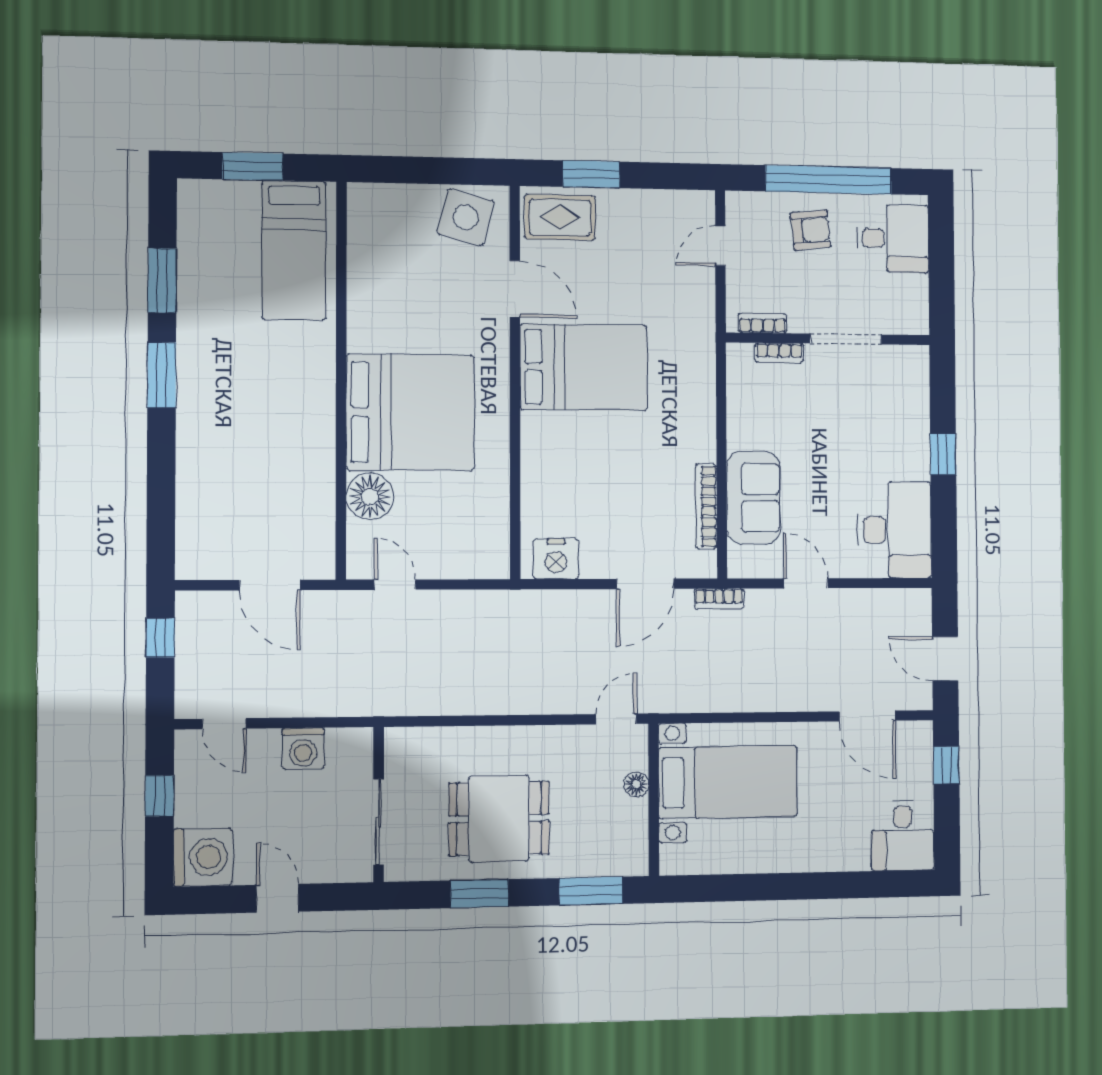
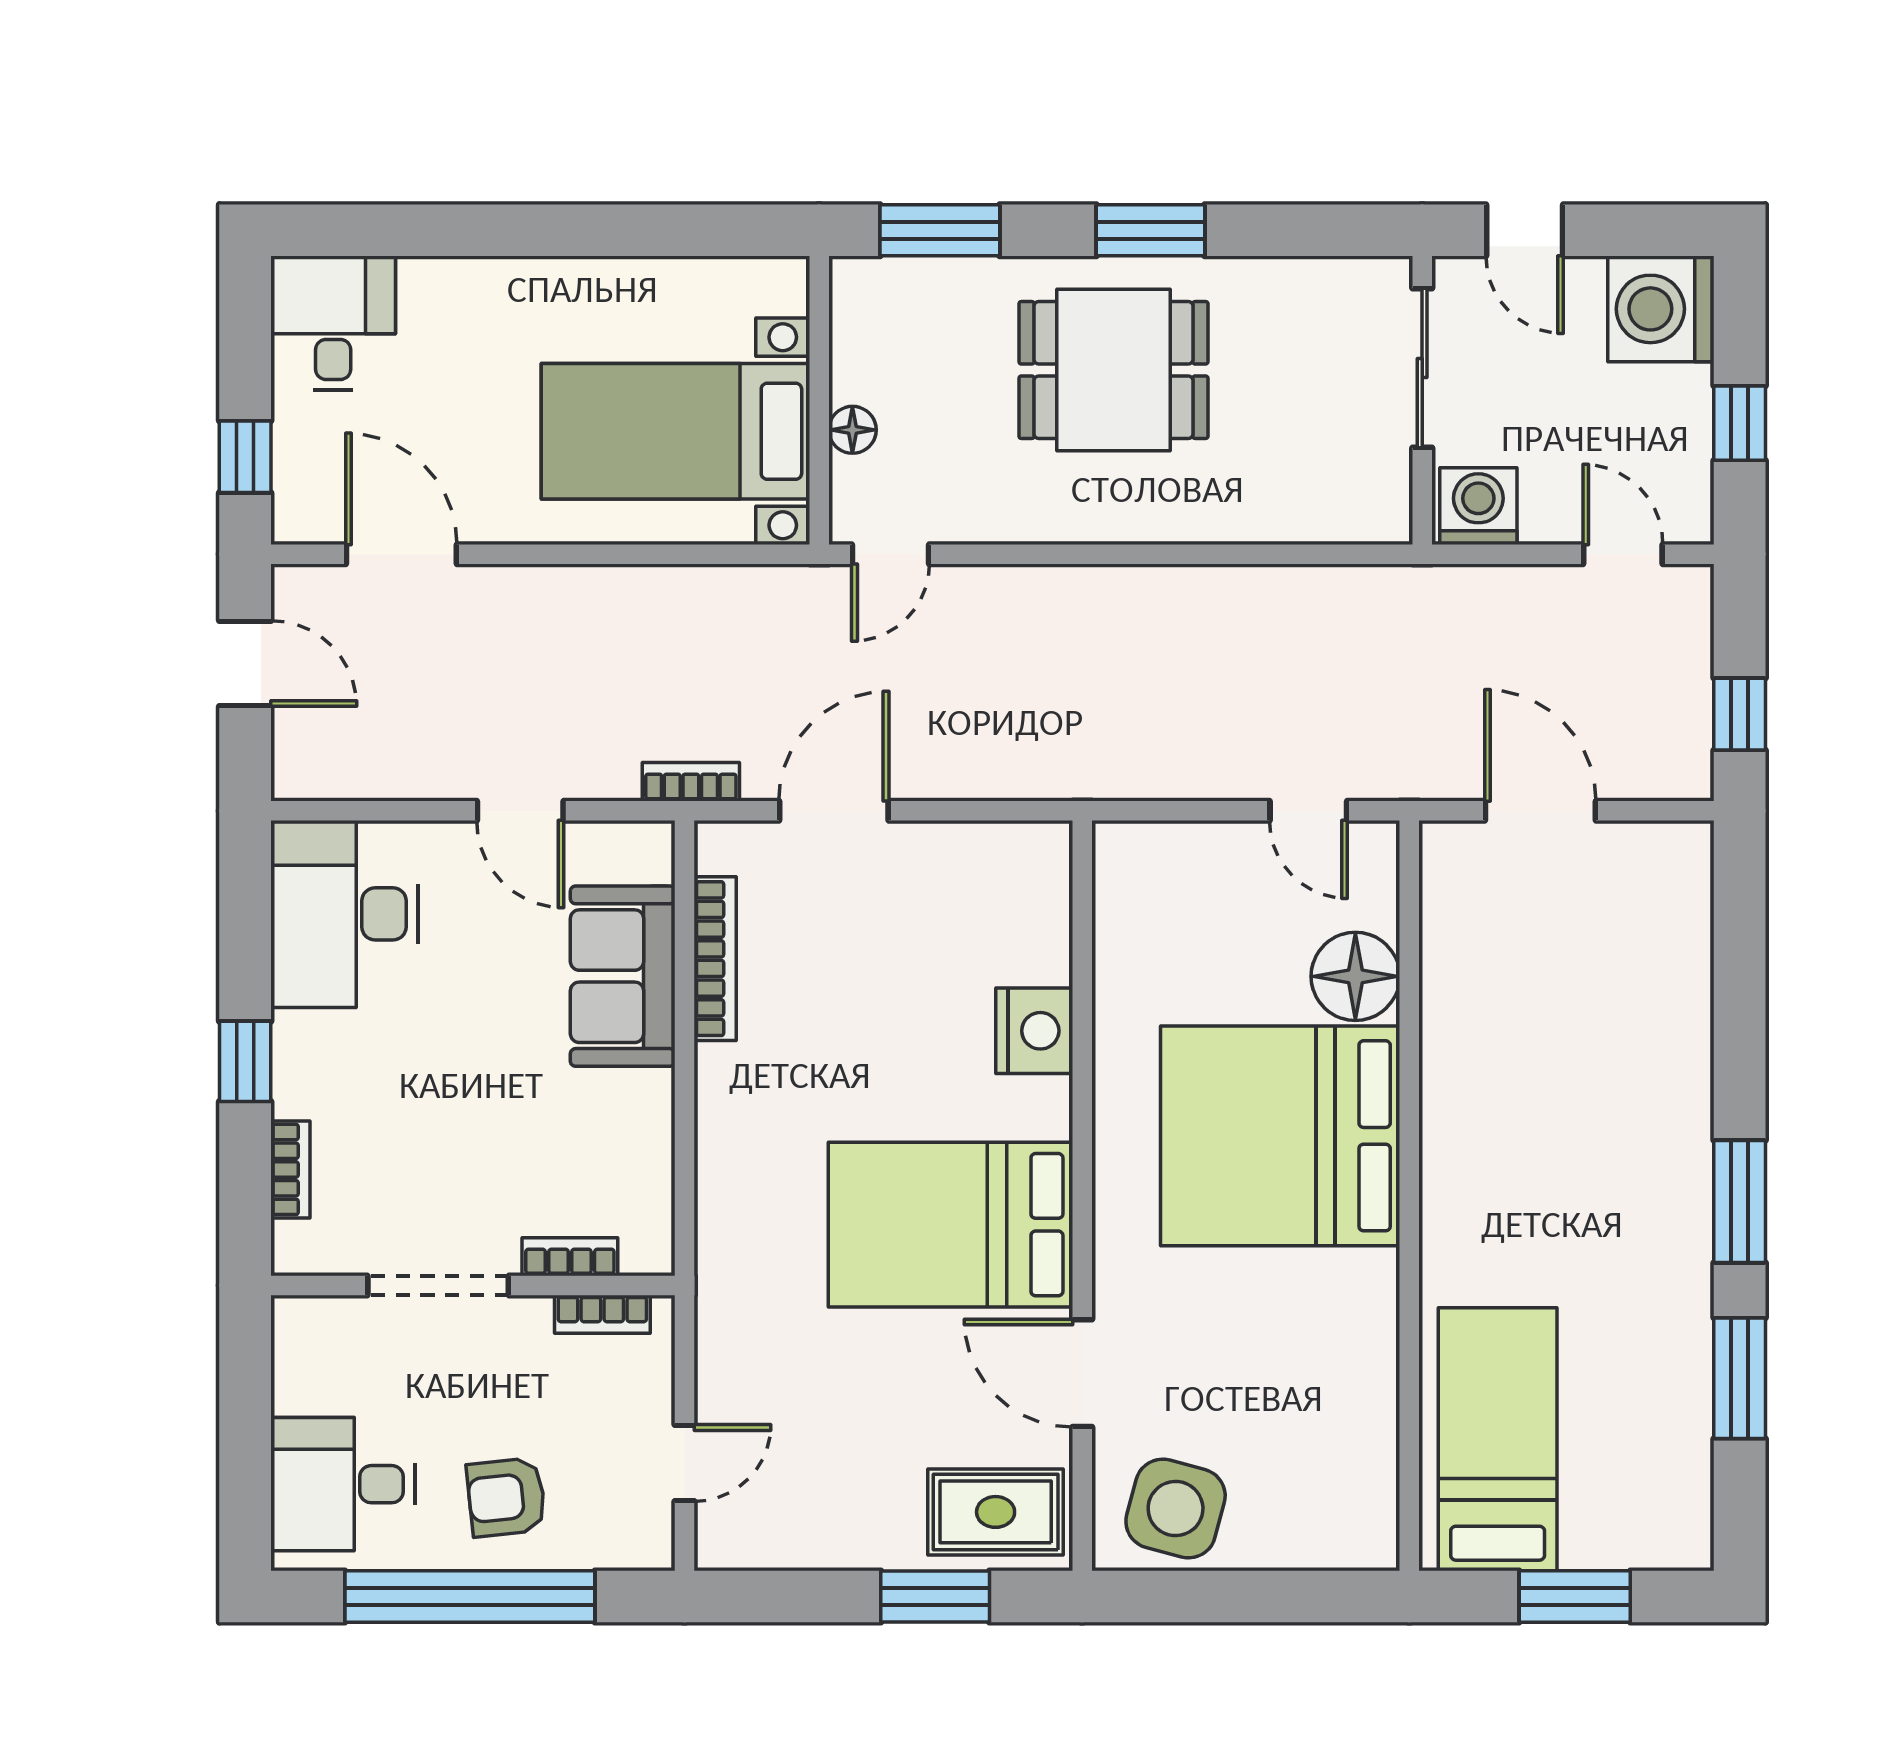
bookcase: (920, 399) -> (290, 1169), added
nightstand: (556, 559) -> (1034, 1031), moved, turned 90
wall: (379, 804) -> (1422, 400), moved
sliding door: (379, 822) -> (1422, 368), moved

